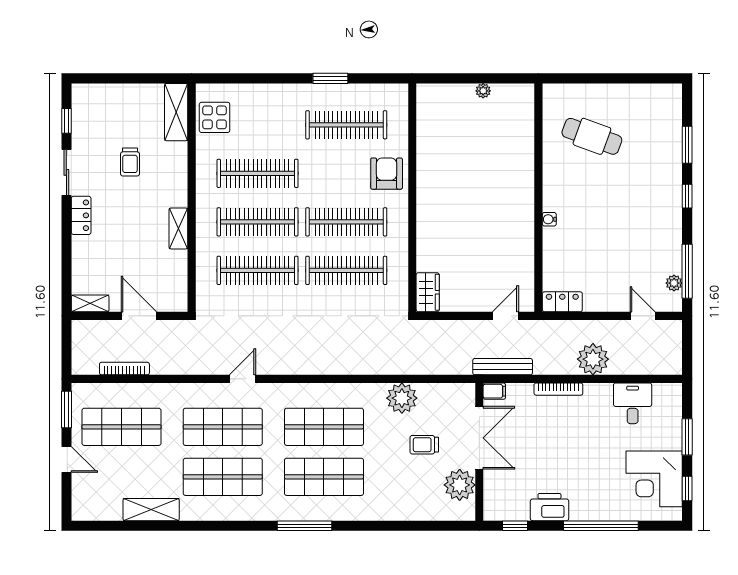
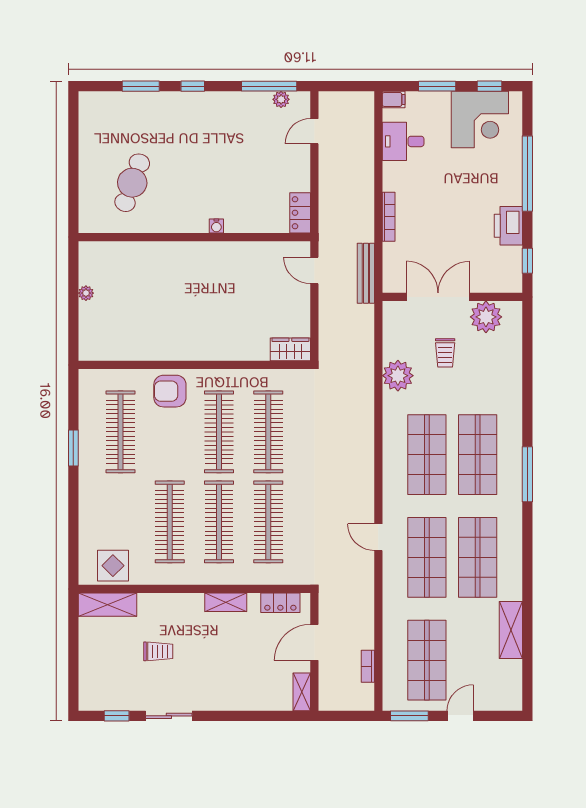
locker: (81, 215) -> (280, 603), moved, turned 180
plant: (593, 359) -> (358, 182), removed
bookcase: (124, 369) -> (368, 666), width x0.64
filing cabinet: (494, 391) -> (394, 99), moved, turned 90

